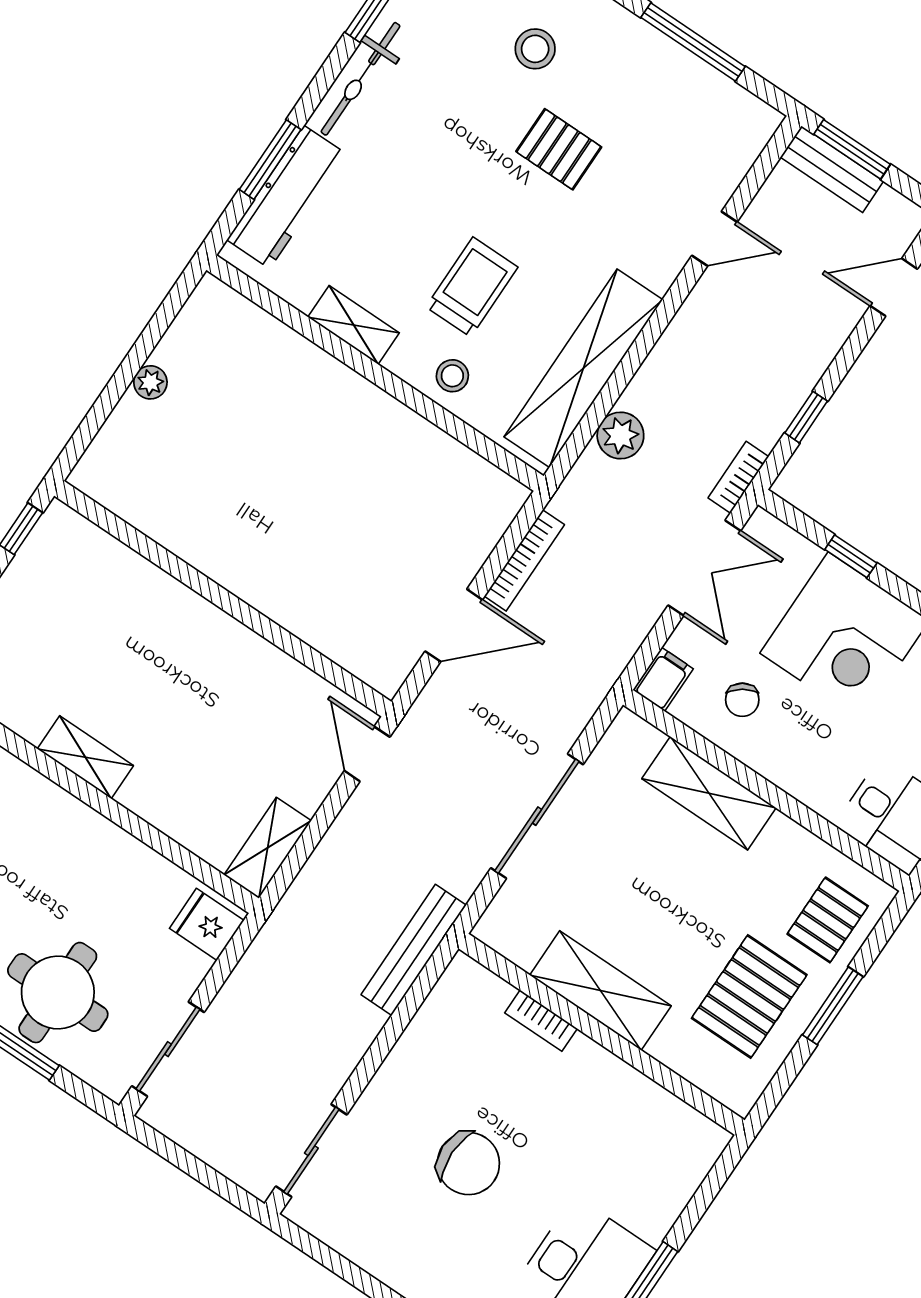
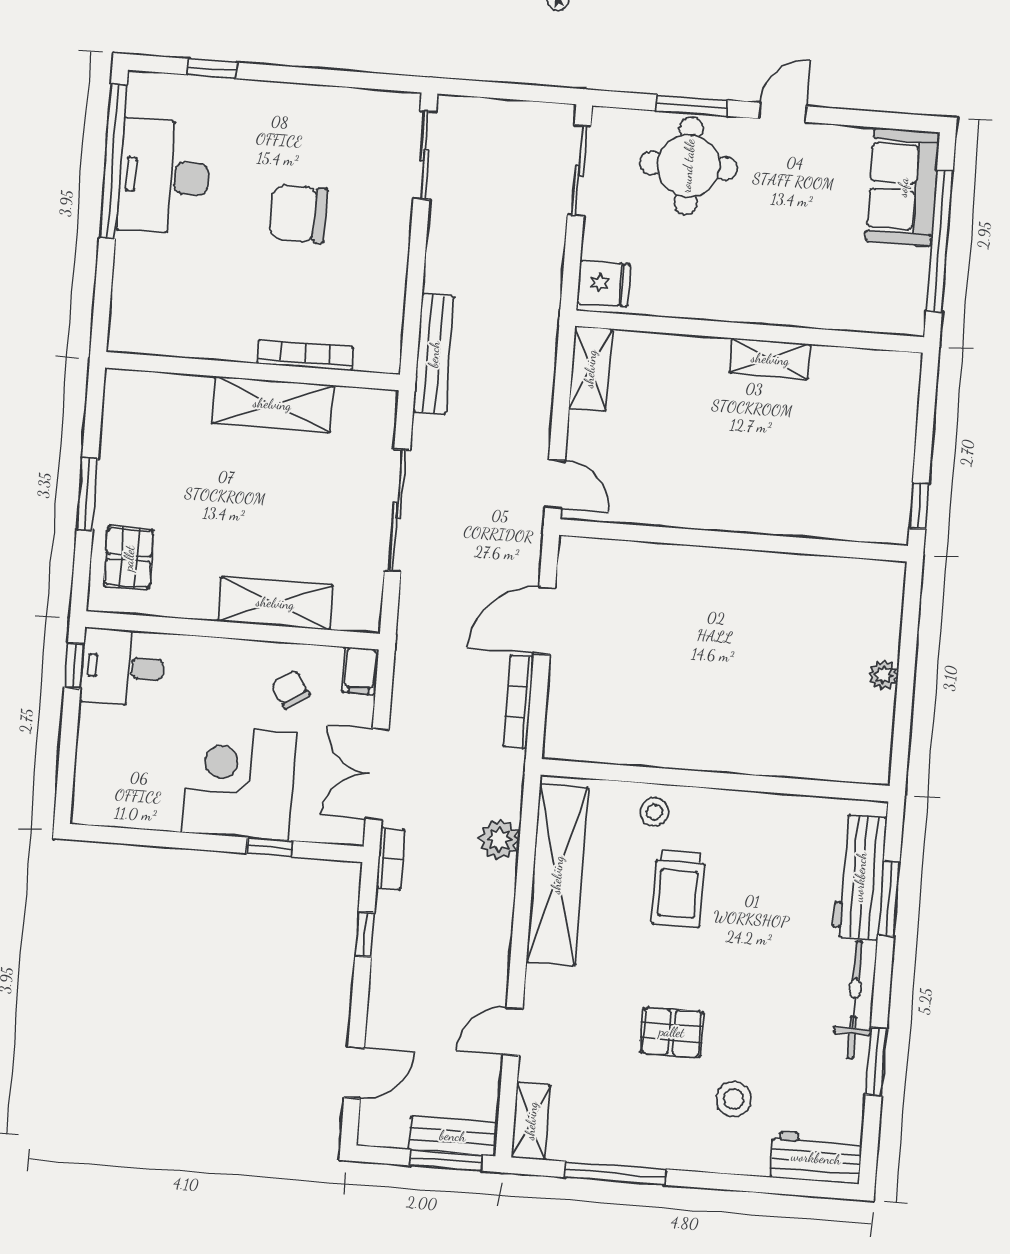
shelving: (354, 325) -> (531, 1121), moved, turned 90
pallet: (749, 996) -> (156, 465), removed
bookcase: (541, 1021) -> (305, 355), width x1.56

